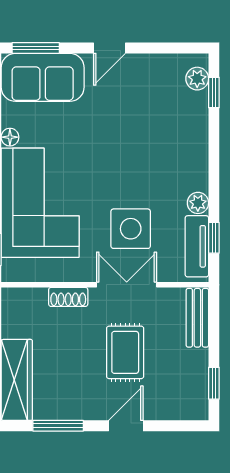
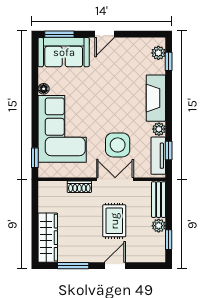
fireplace: (193, 152) -> (156, 98), added
plant: (197, 360) -> (159, 226), added

